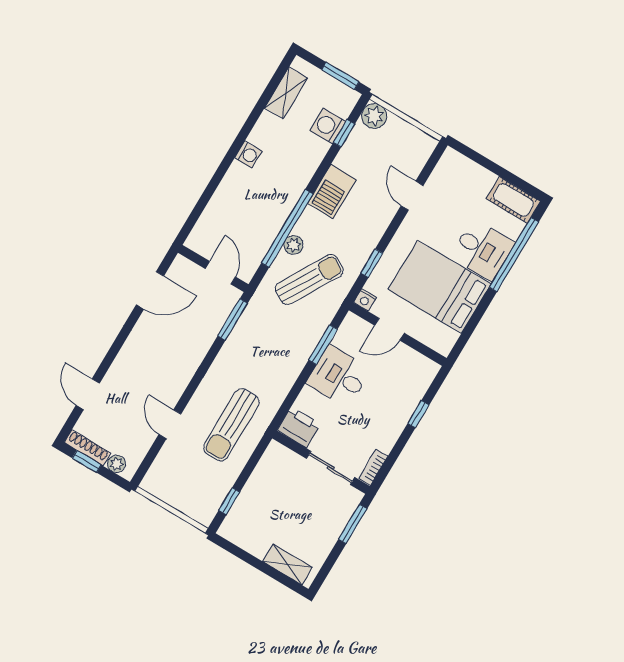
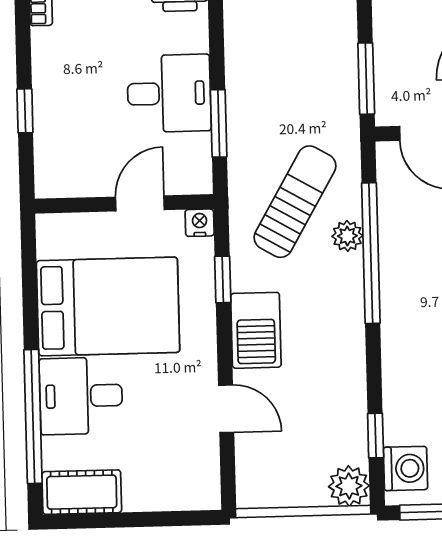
washing machine: (328, 126) -> (406, 468), moved
barbecue: (332, 191) -> (256, 330), moved, turned 180
sun lounger: (309, 280) -> (295, 202), turned 180

